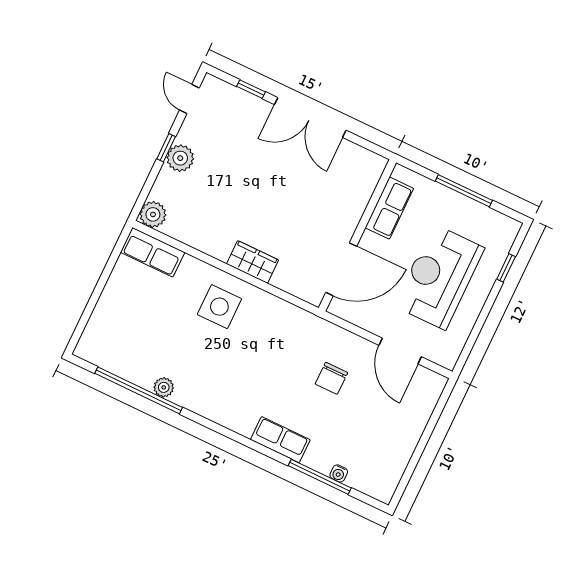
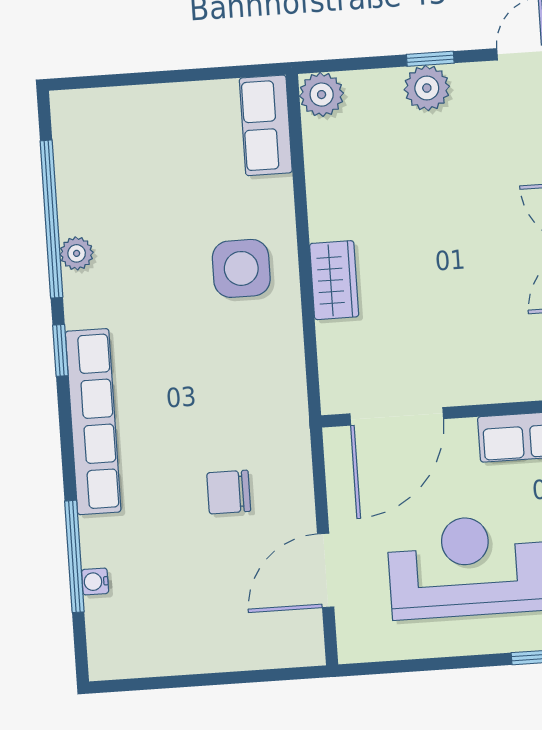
door: (341, 269) -> (397, 416), hinge flipped
window: (209, 424) -> (60, 350), added
row of seats: (280, 440) -> (93, 422), width x2.02

